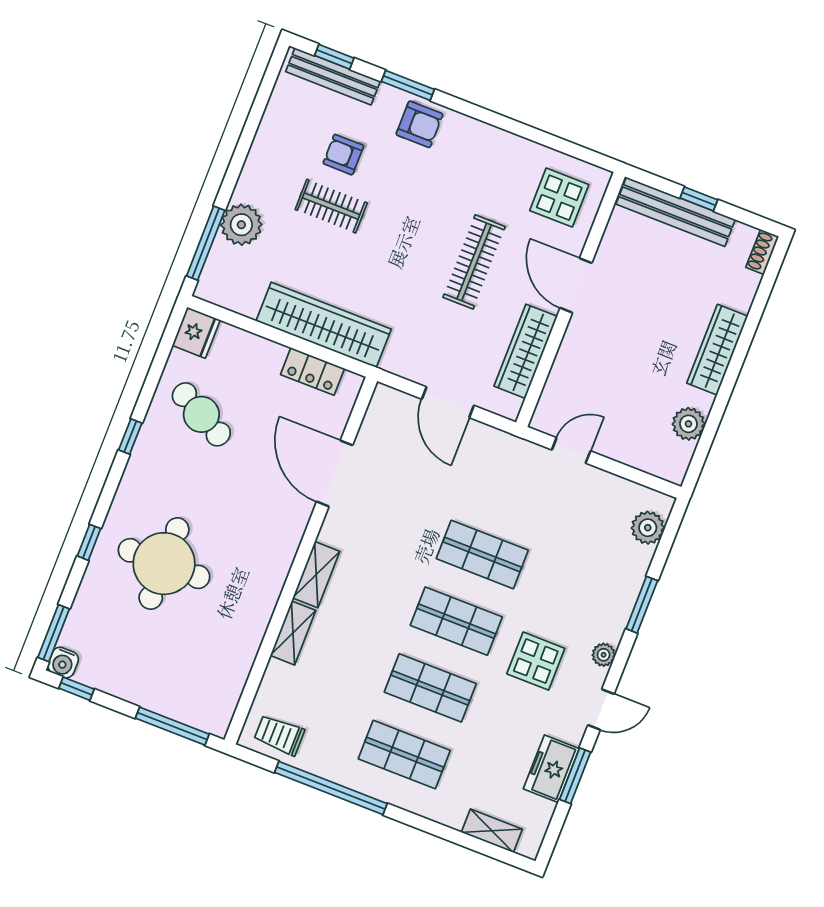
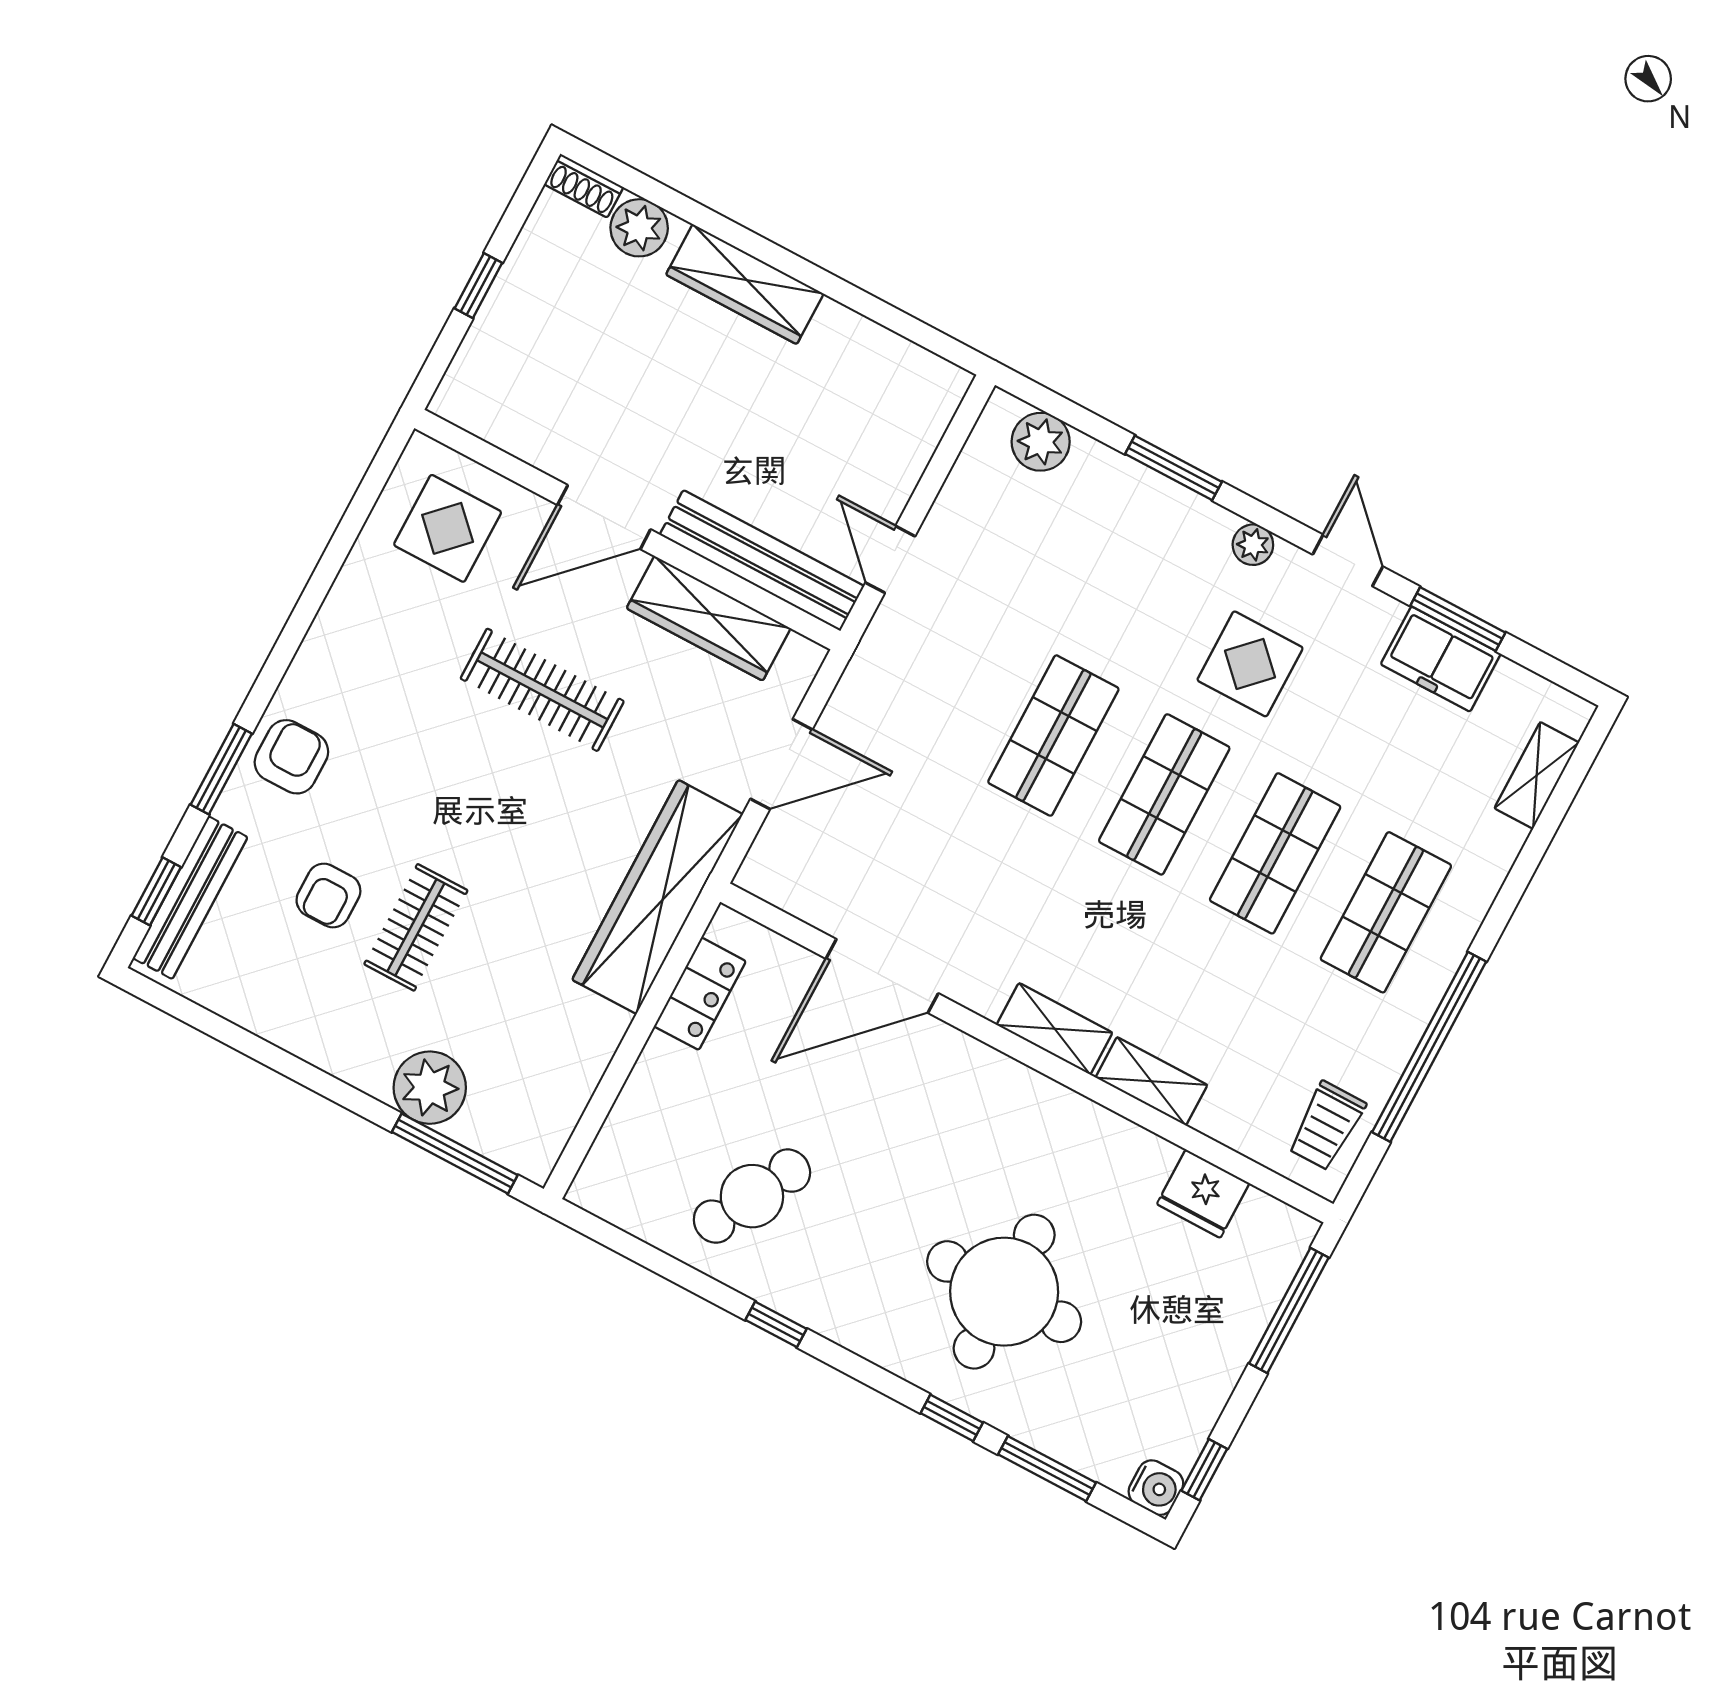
bench: (676, 212) -> (762, 560), moved, turned 90
wardrobe: (324, 325) -> (657, 897), moved
fridge: (196, 333) -> (1203, 1194), moved, turned 180
plant: (688, 424) -> (639, 228), moved
window: (54, 633) -> (1047, 1469), moved

